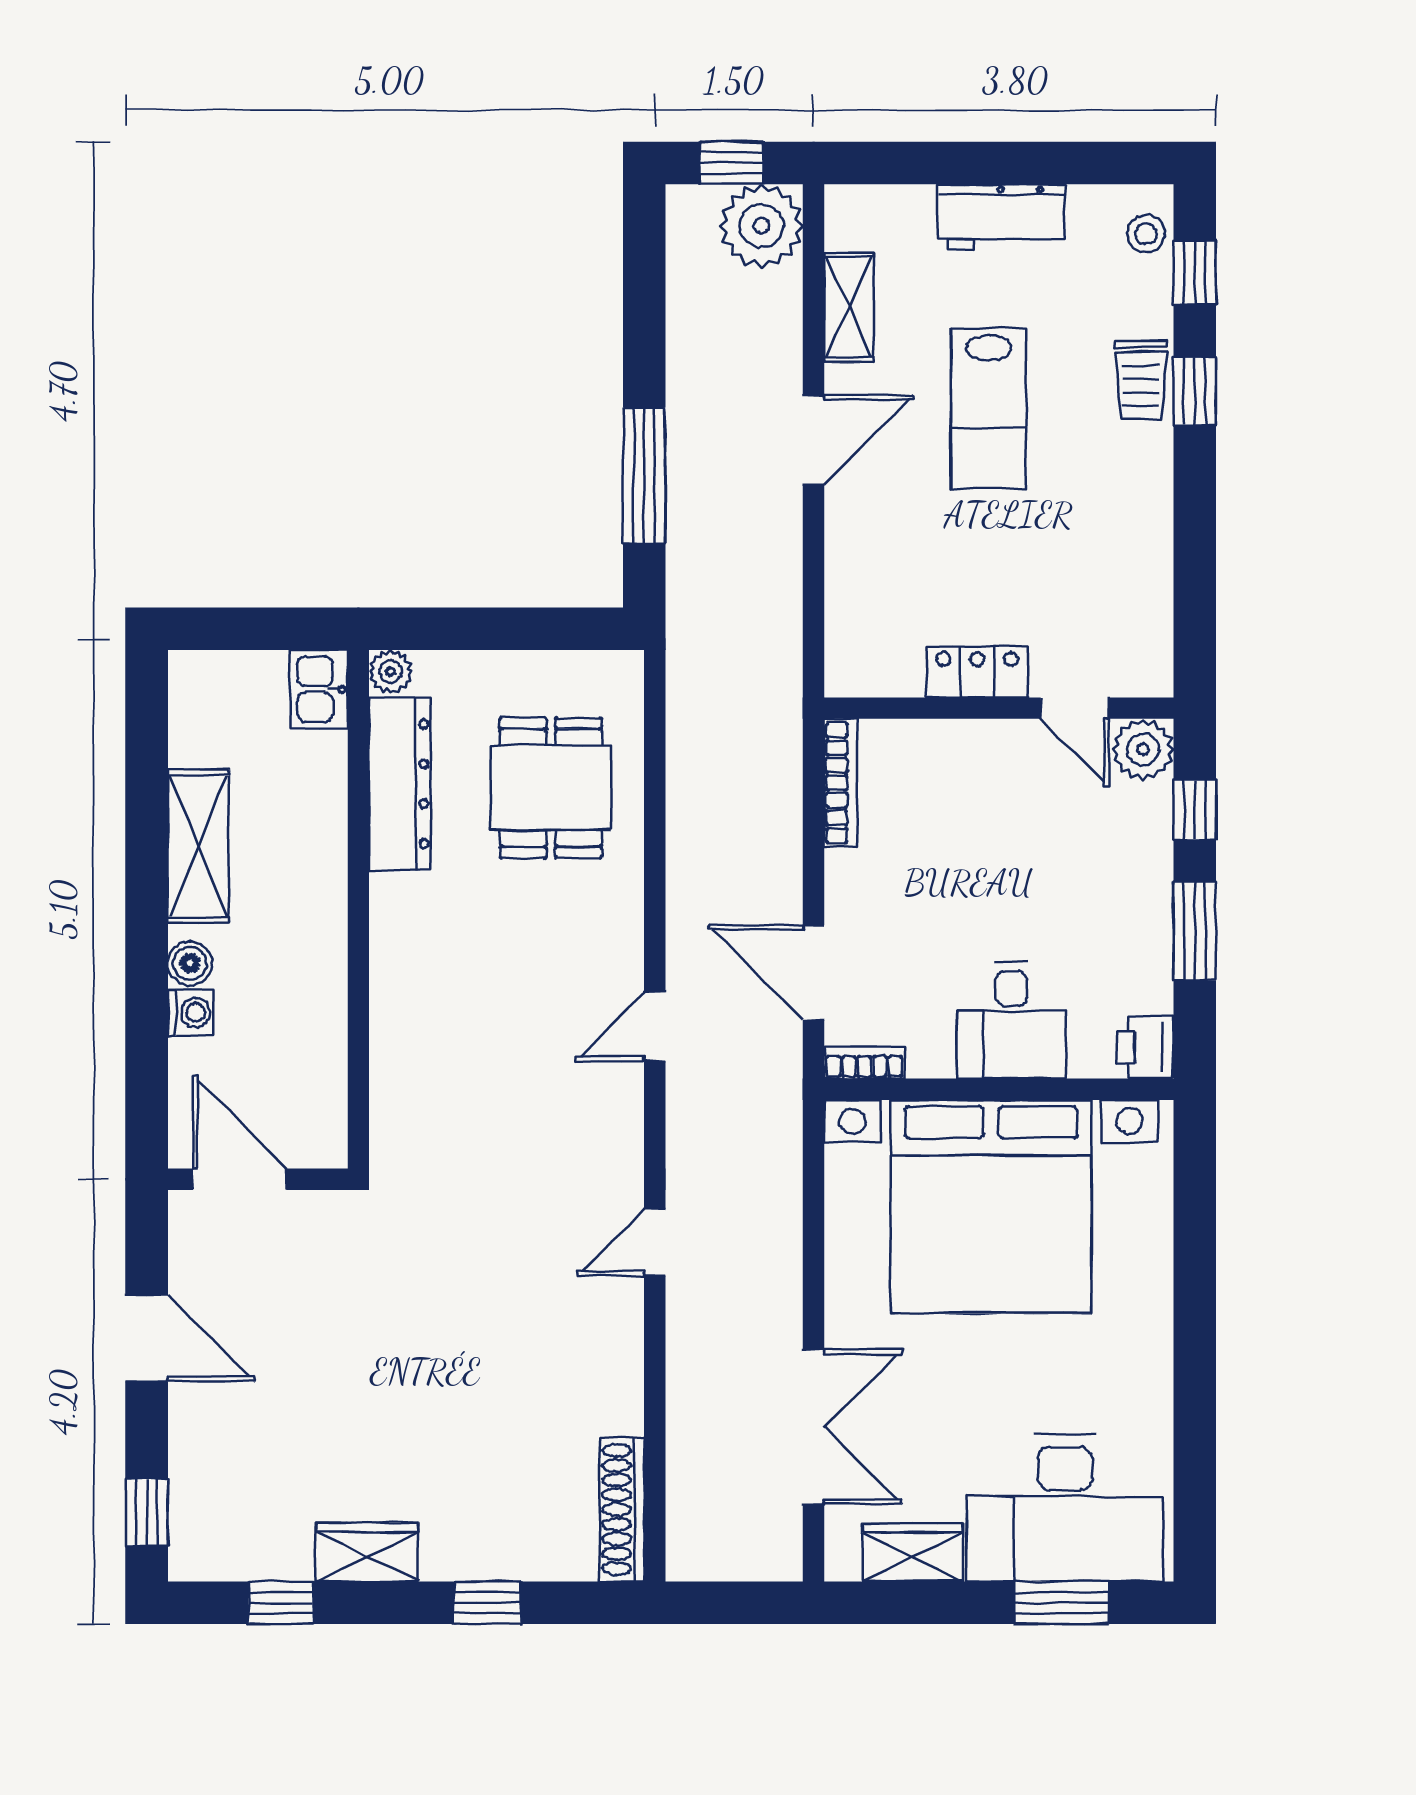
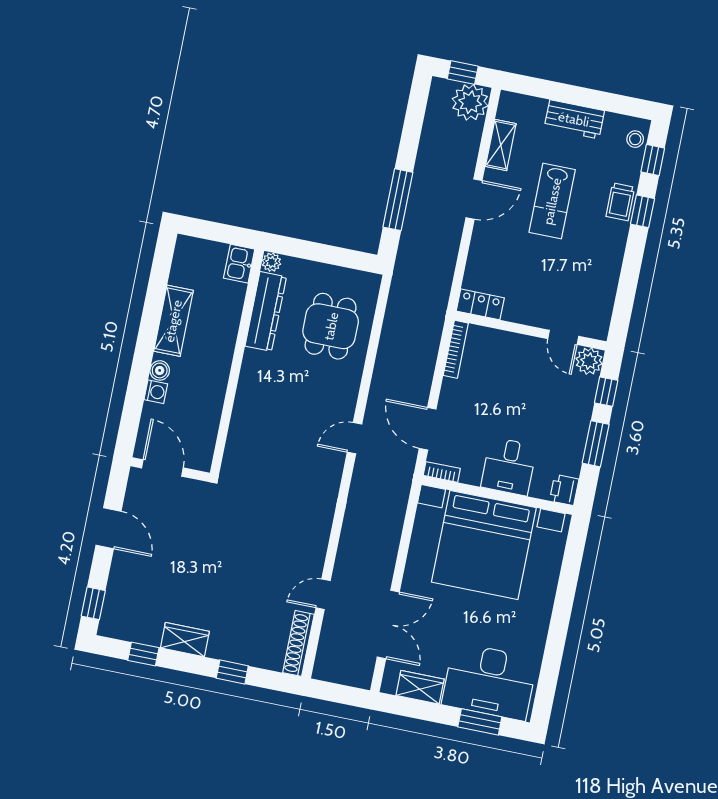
locker: (977, 672) -> (480, 304), moved
door: (655, 1242) -> (323, 594), moved

